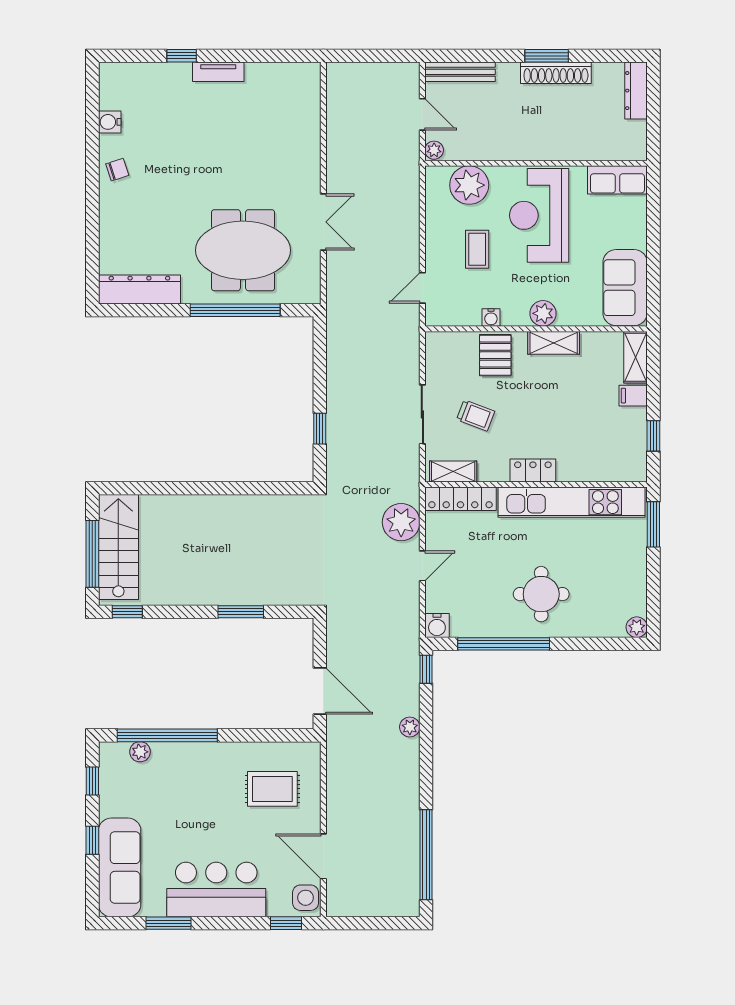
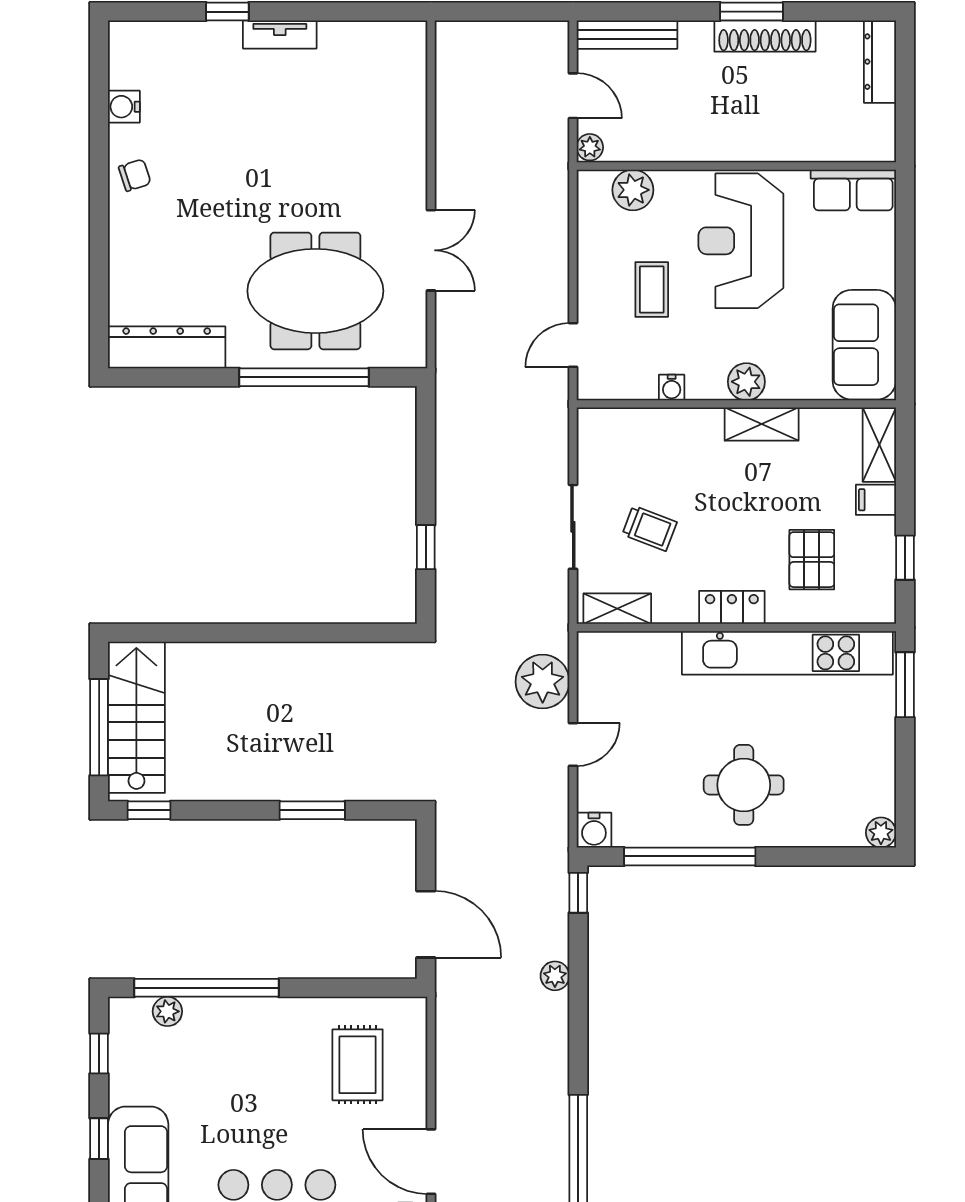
plant: (469, 185) -> (633, 190), width x0.73, depth x0.73
pallet: (495, 355) -> (812, 560), moved
locker: (460, 499) -> (628, 648), removed
rug: (272, 789) -> (358, 1065), turned 90

